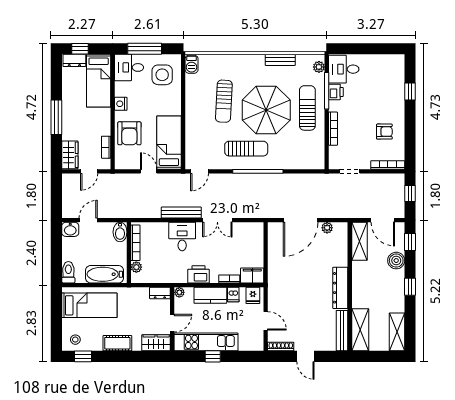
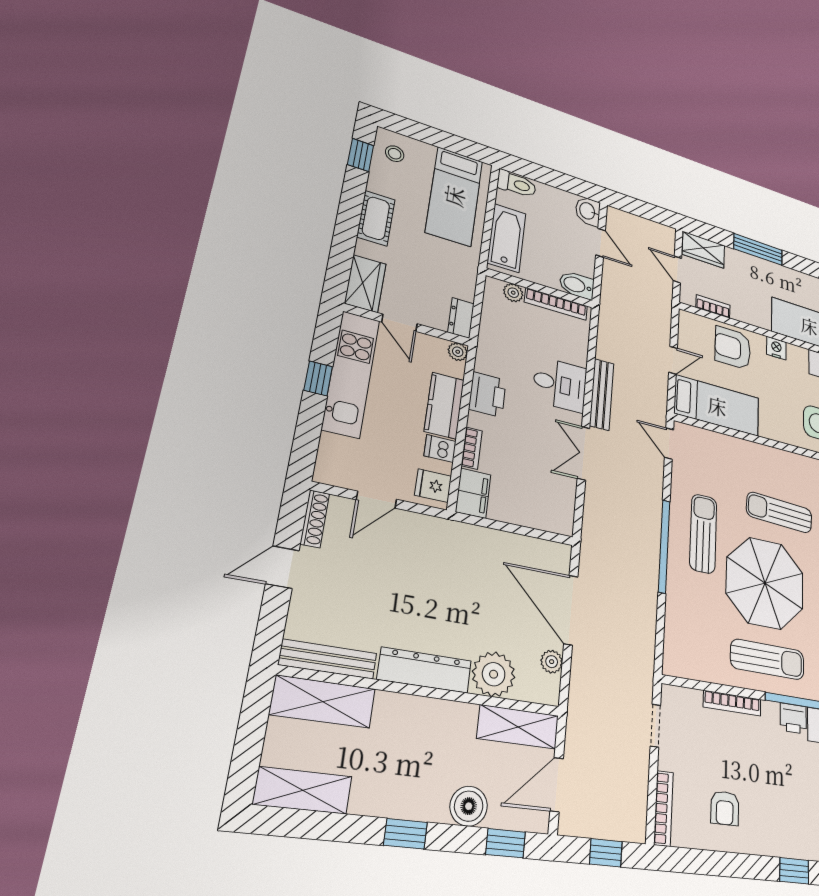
sun lounger: (246, 149) -> (703, 534), turned 180
plant: (337, 256) -> (494, 674), added

